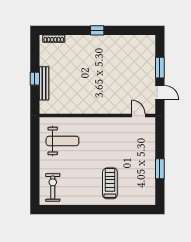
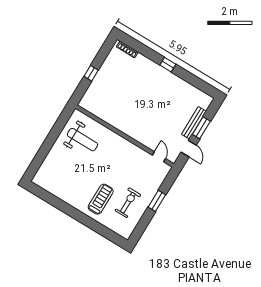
bench: (44, 83) -> (194, 123), moved
window: (160, 169) -> (157, 201), moved
exercise bike: (53, 188) -> (128, 203), moved

